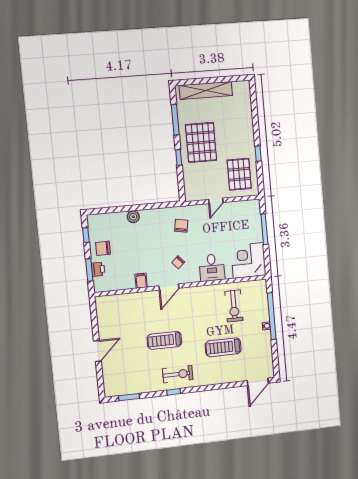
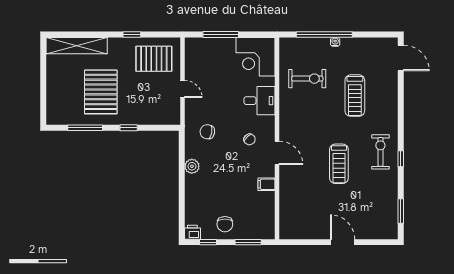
shelving: (206, 90) -> (77, 46), moved, turned 90
pallet: (201, 142) -> (101, 92), moved, turned 90
plant: (133, 217) -> (192, 166), moved
printer: (98, 269) -> (192, 232), moved

